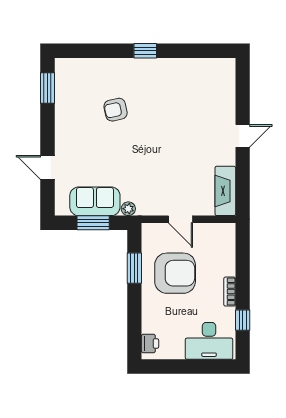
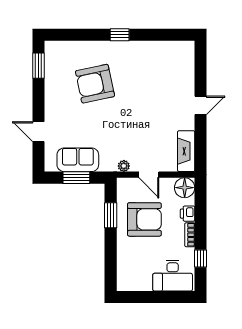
armchair: (116, 110) -> (95, 84), width x1.88, depth x1.88
plant: (128, 209) -> (124, 166), moved
floor lamp: (223, 235) -> (185, 188), added
printer: (150, 343) -> (188, 214), moved, turned 180

